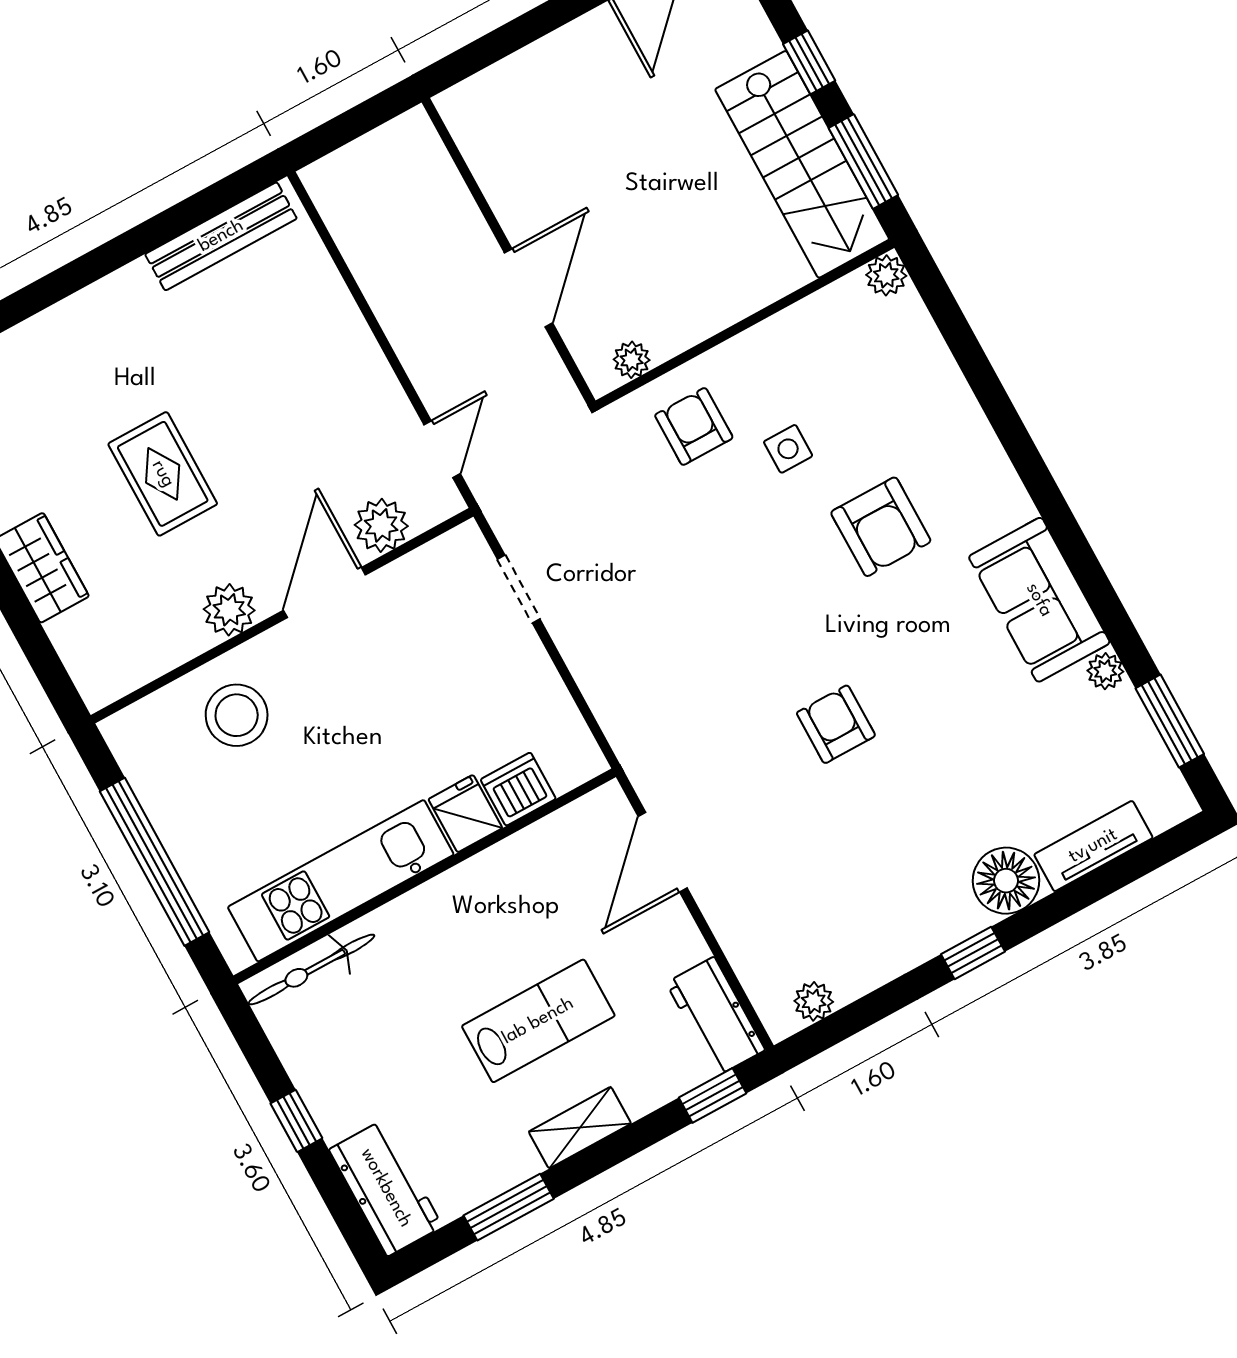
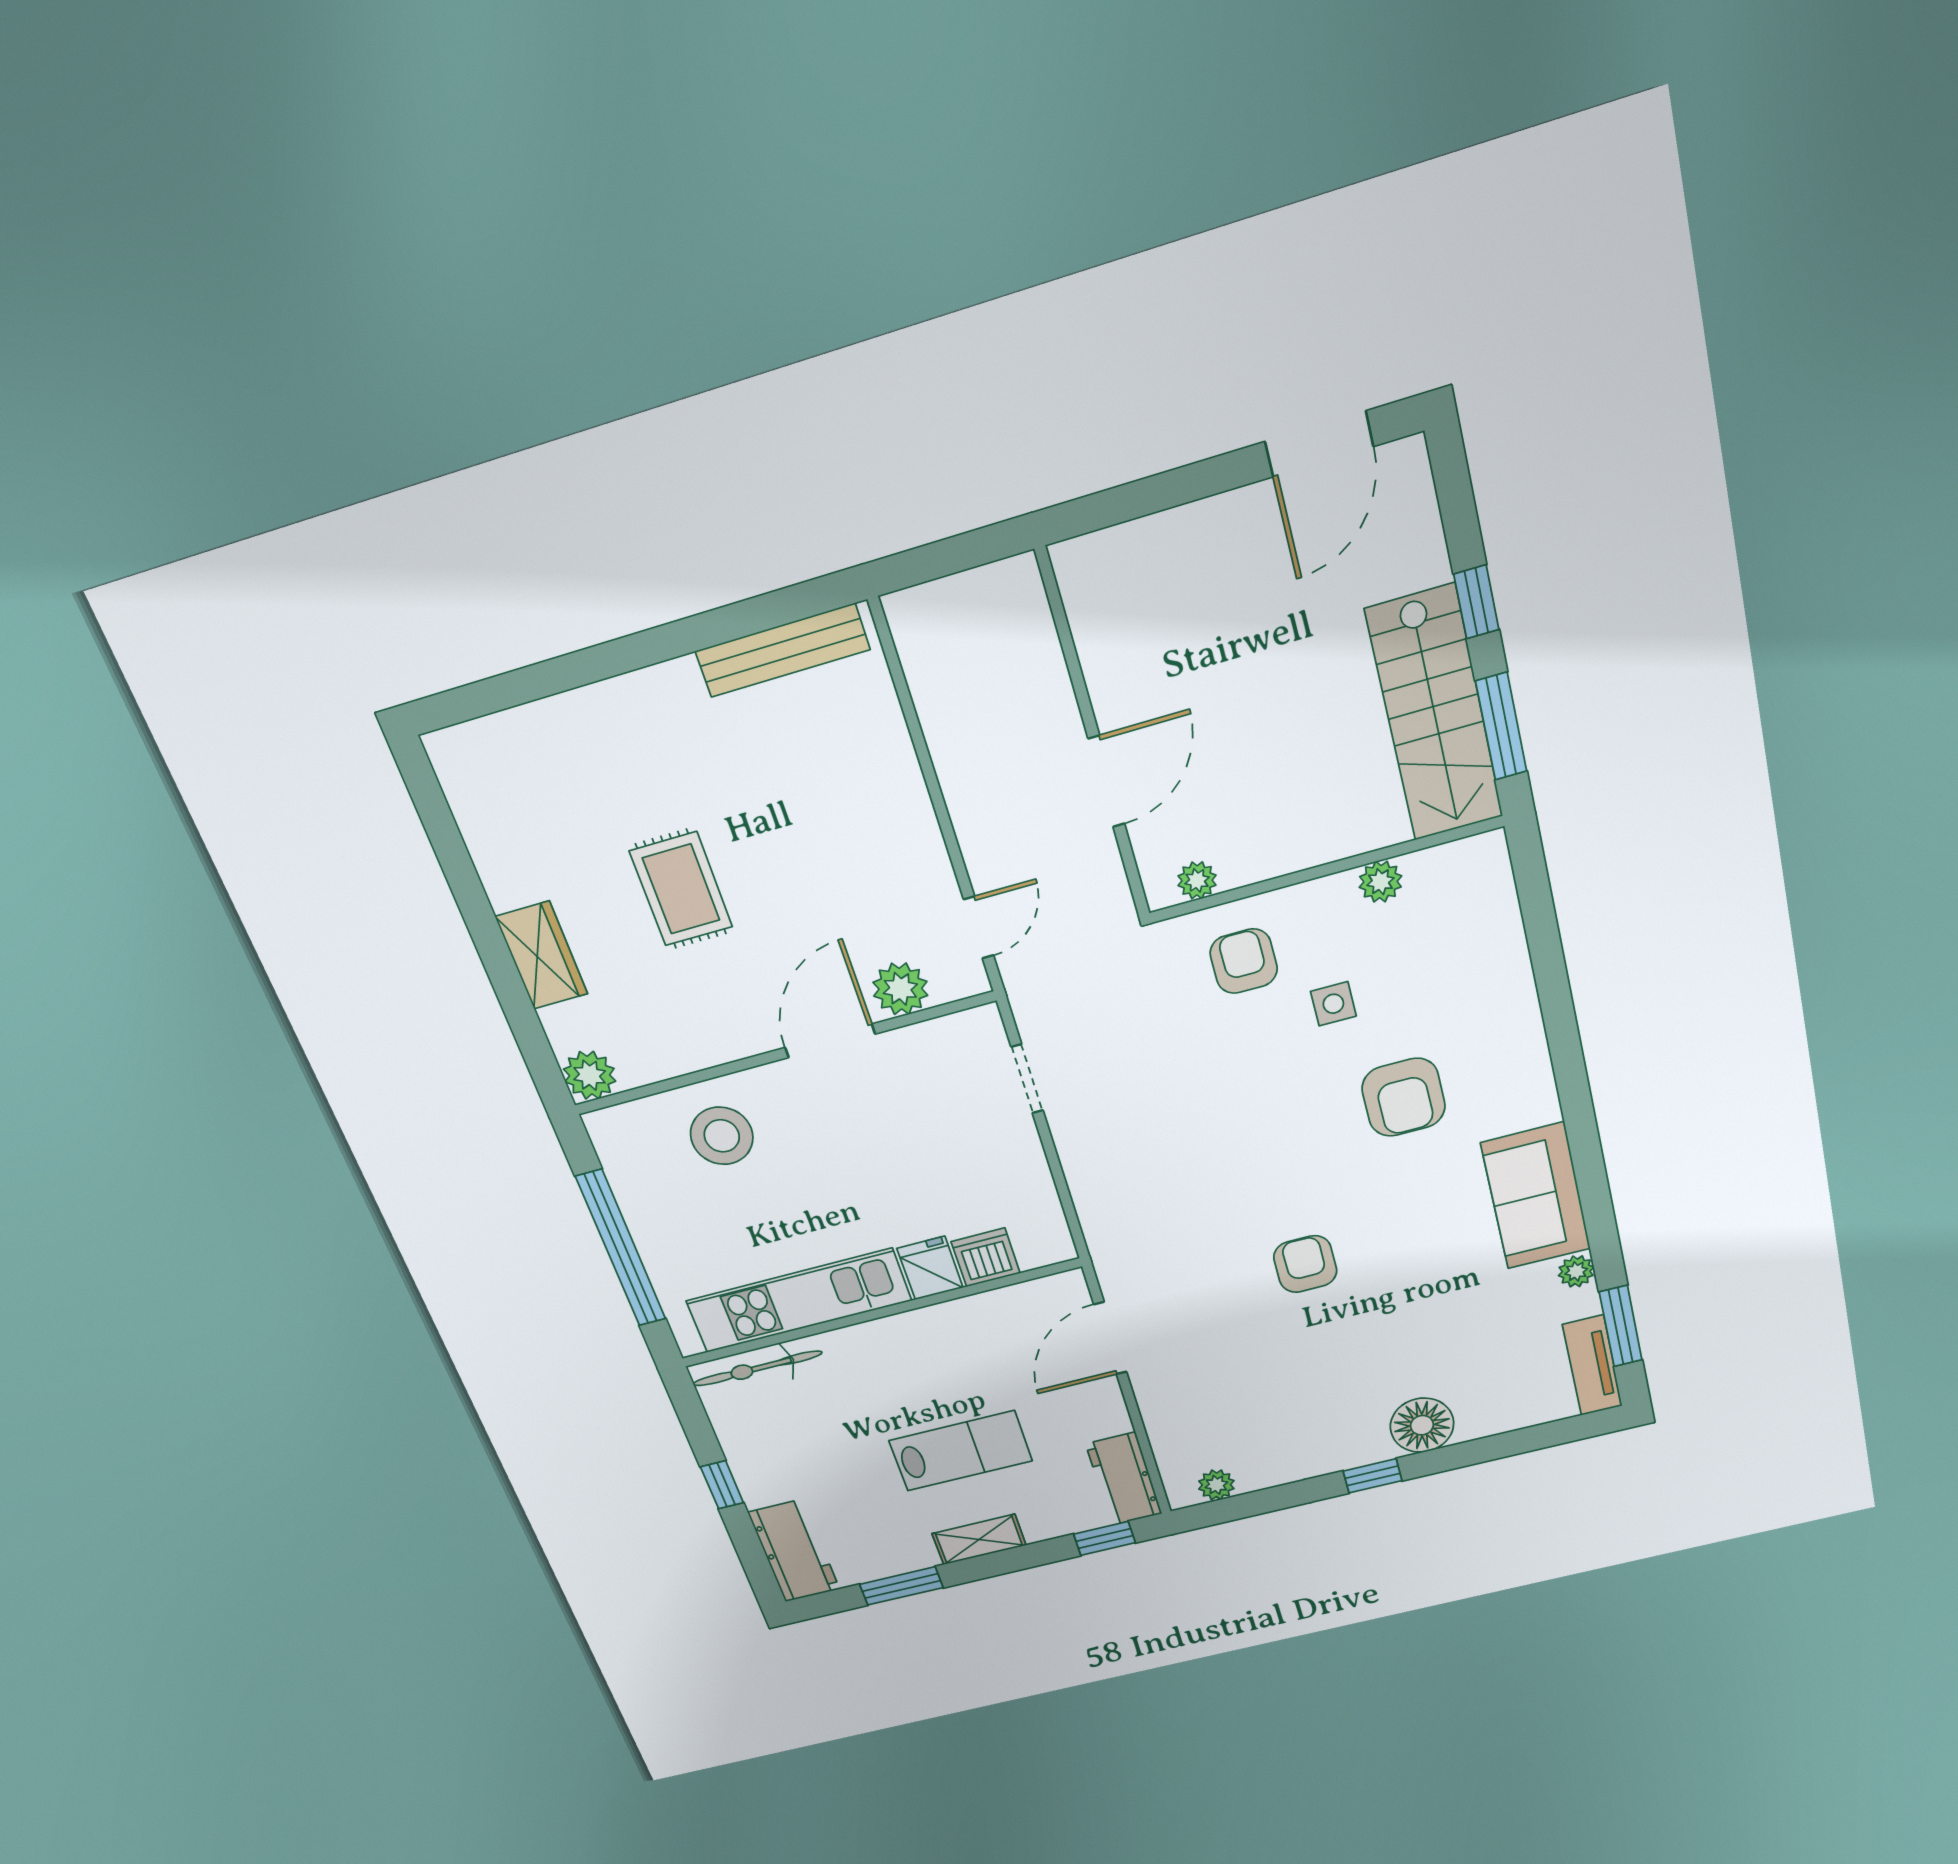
plant: (886, 275) -> (1380, 882), moved
plant: (229, 610) -> (590, 1075), moved
tv unit: (1093, 846) -> (1592, 1365), moved, turned -90

